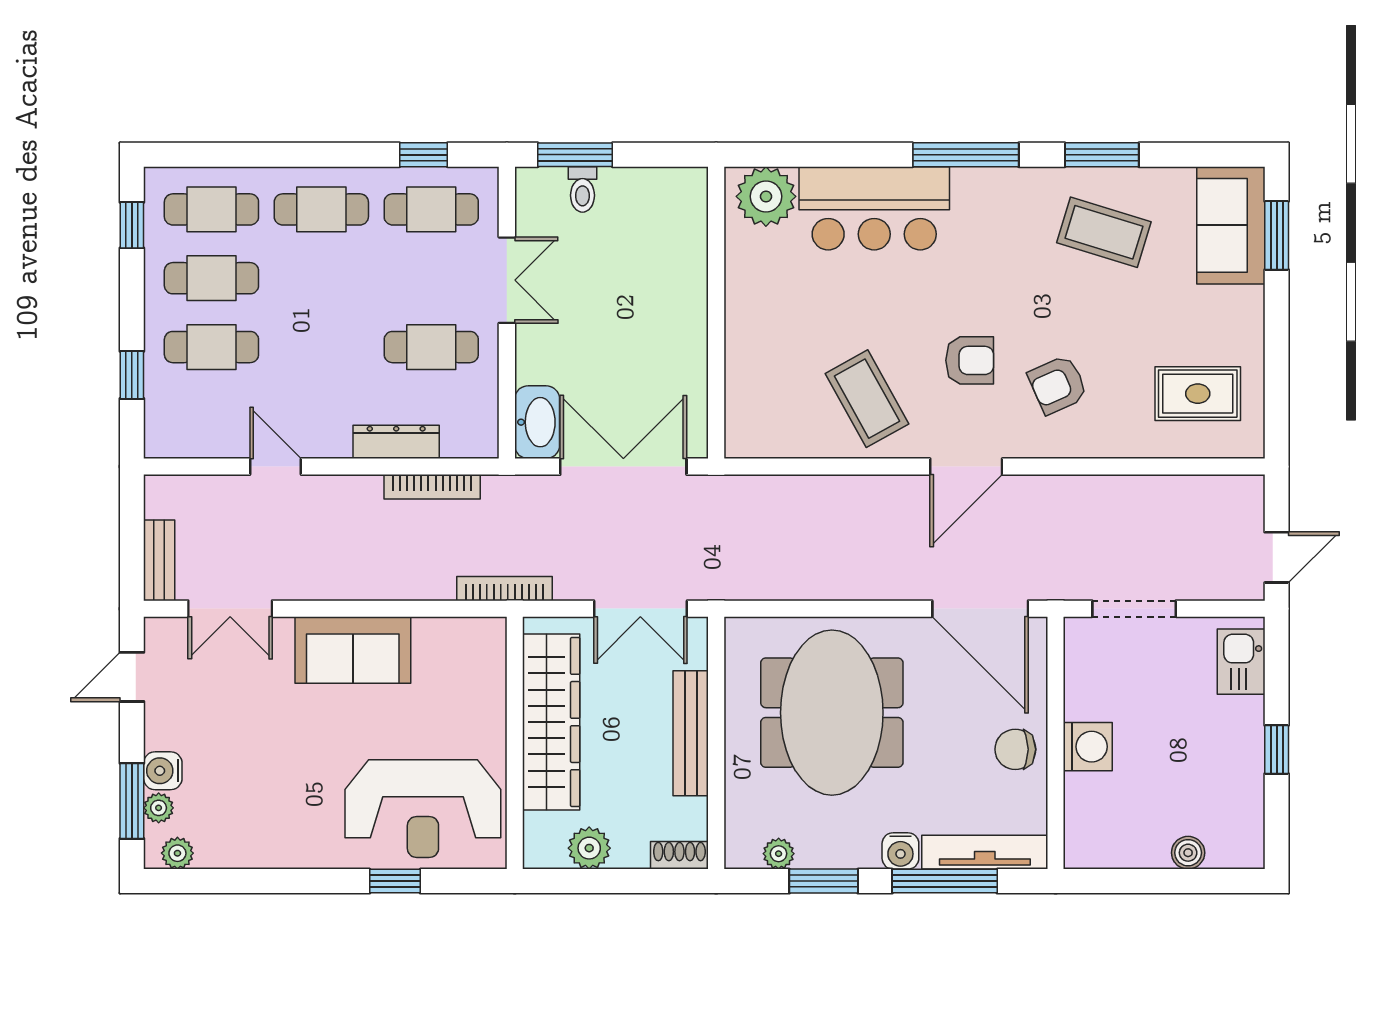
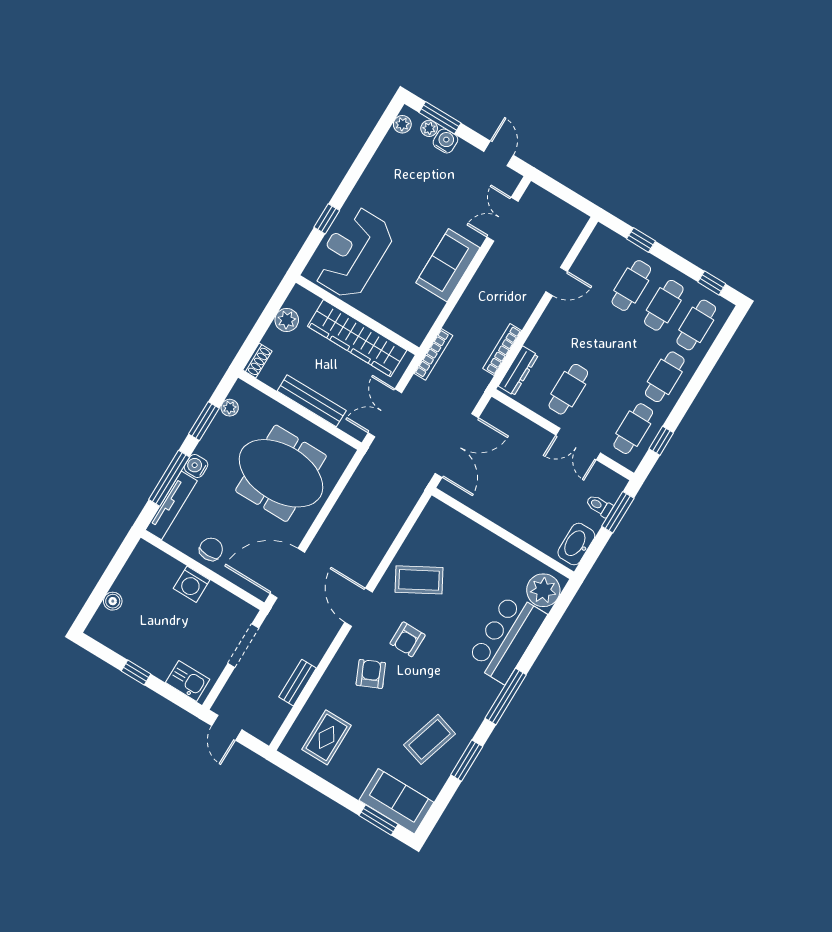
washbasin: (537, 422) -> (576, 544), moved, turned 90
dresser: (396, 442) -> (518, 371), moved
bench: (159, 560) -> (298, 683), moved, turned 90

